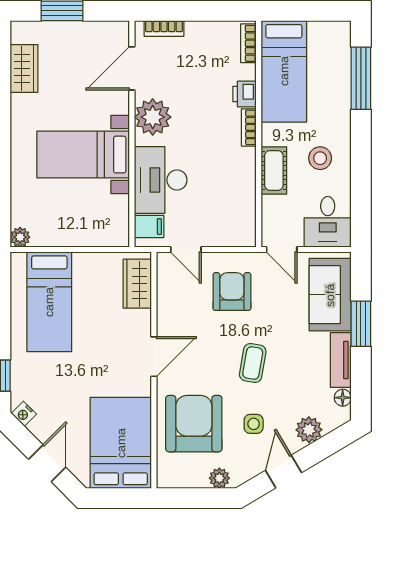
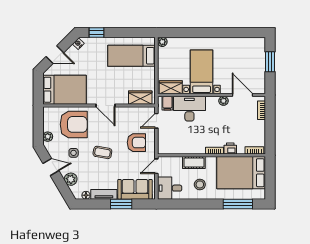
wardrobe: (24, 69) -> (171, 87), moved, turned 180
bed: (284, 71) -> (241, 173), width x1.50
plant: (153, 117) -> (223, 101), width x0.53, depth x0.53

